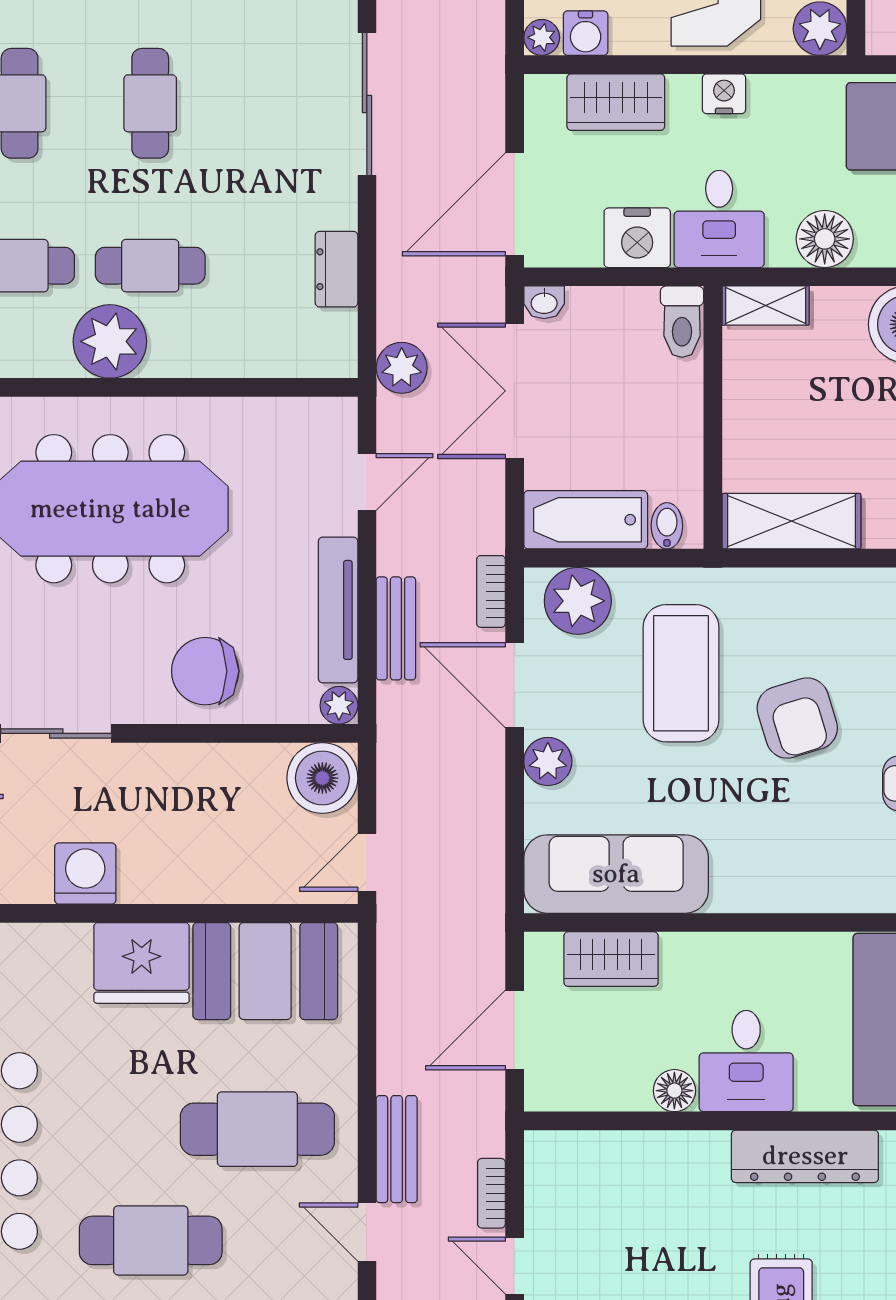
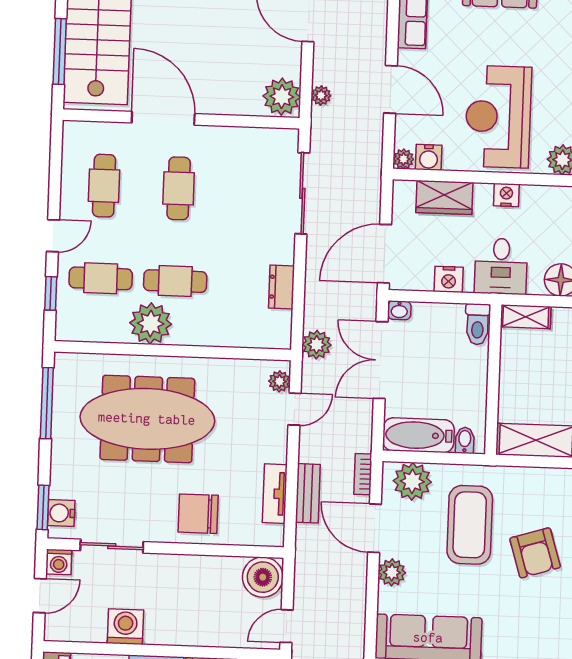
nightstand: (637, 238) -> (449, 279), width x0.74, depth x0.75
tv unit: (338, 610) -> (275, 494), width x0.71
plant: (339, 705) -> (279, 381), moved

